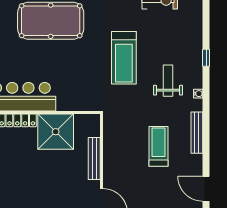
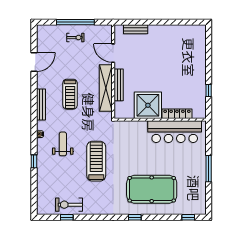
weight bench: (168, 81) -> (63, 144), turned 180
shelving: (111, 154) -> (106, 88), added
door: (206, 189) -> (34, 62), hinge flipped

